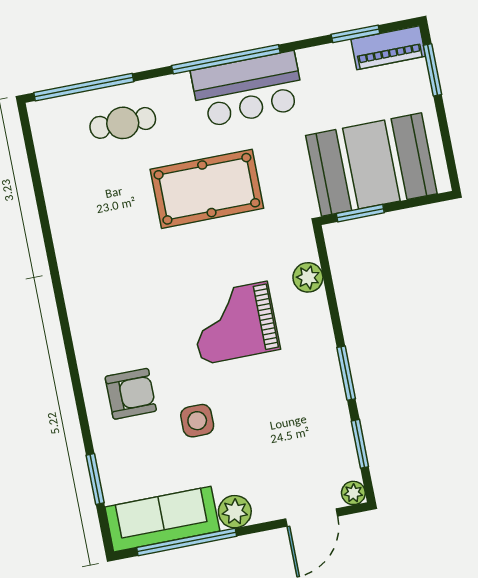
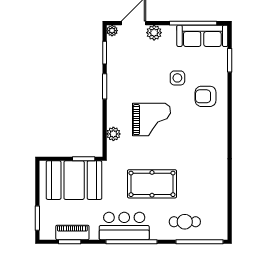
piano: (388, 48) -> (72, 232), moved
plant: (235, 512) -> (154, 33), moved

